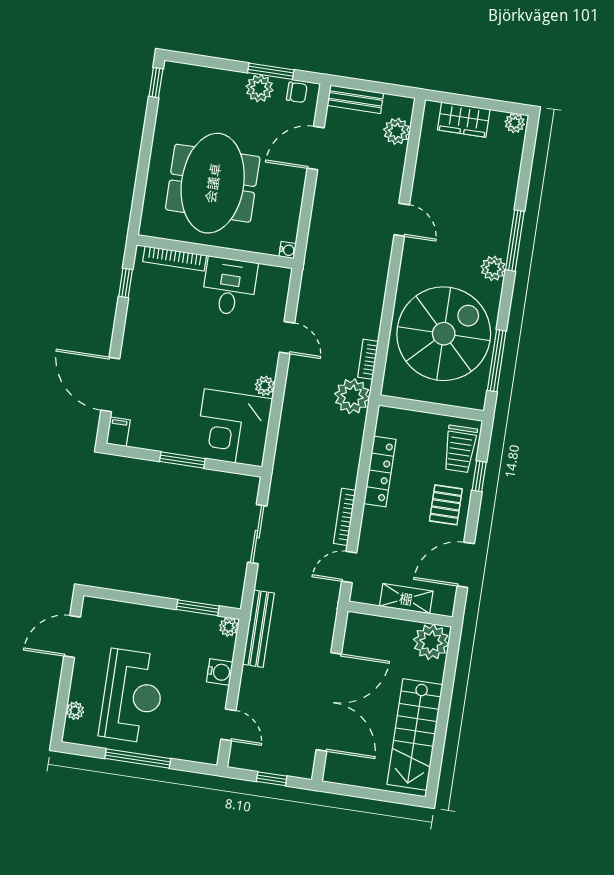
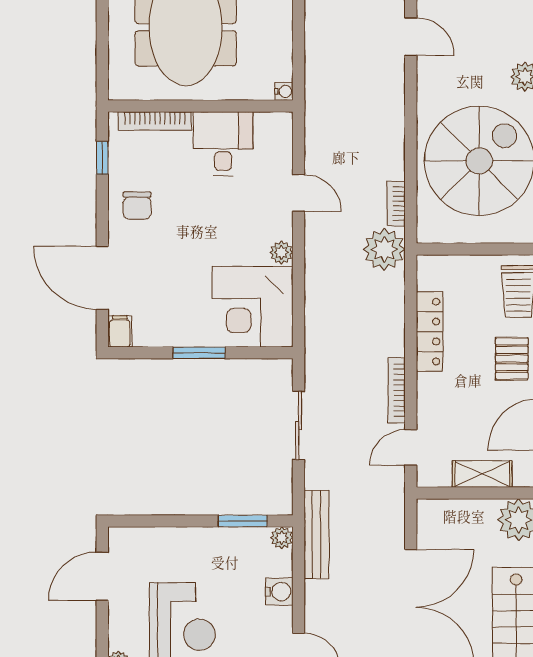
chair: (149, 328) -> (137, 205), added

